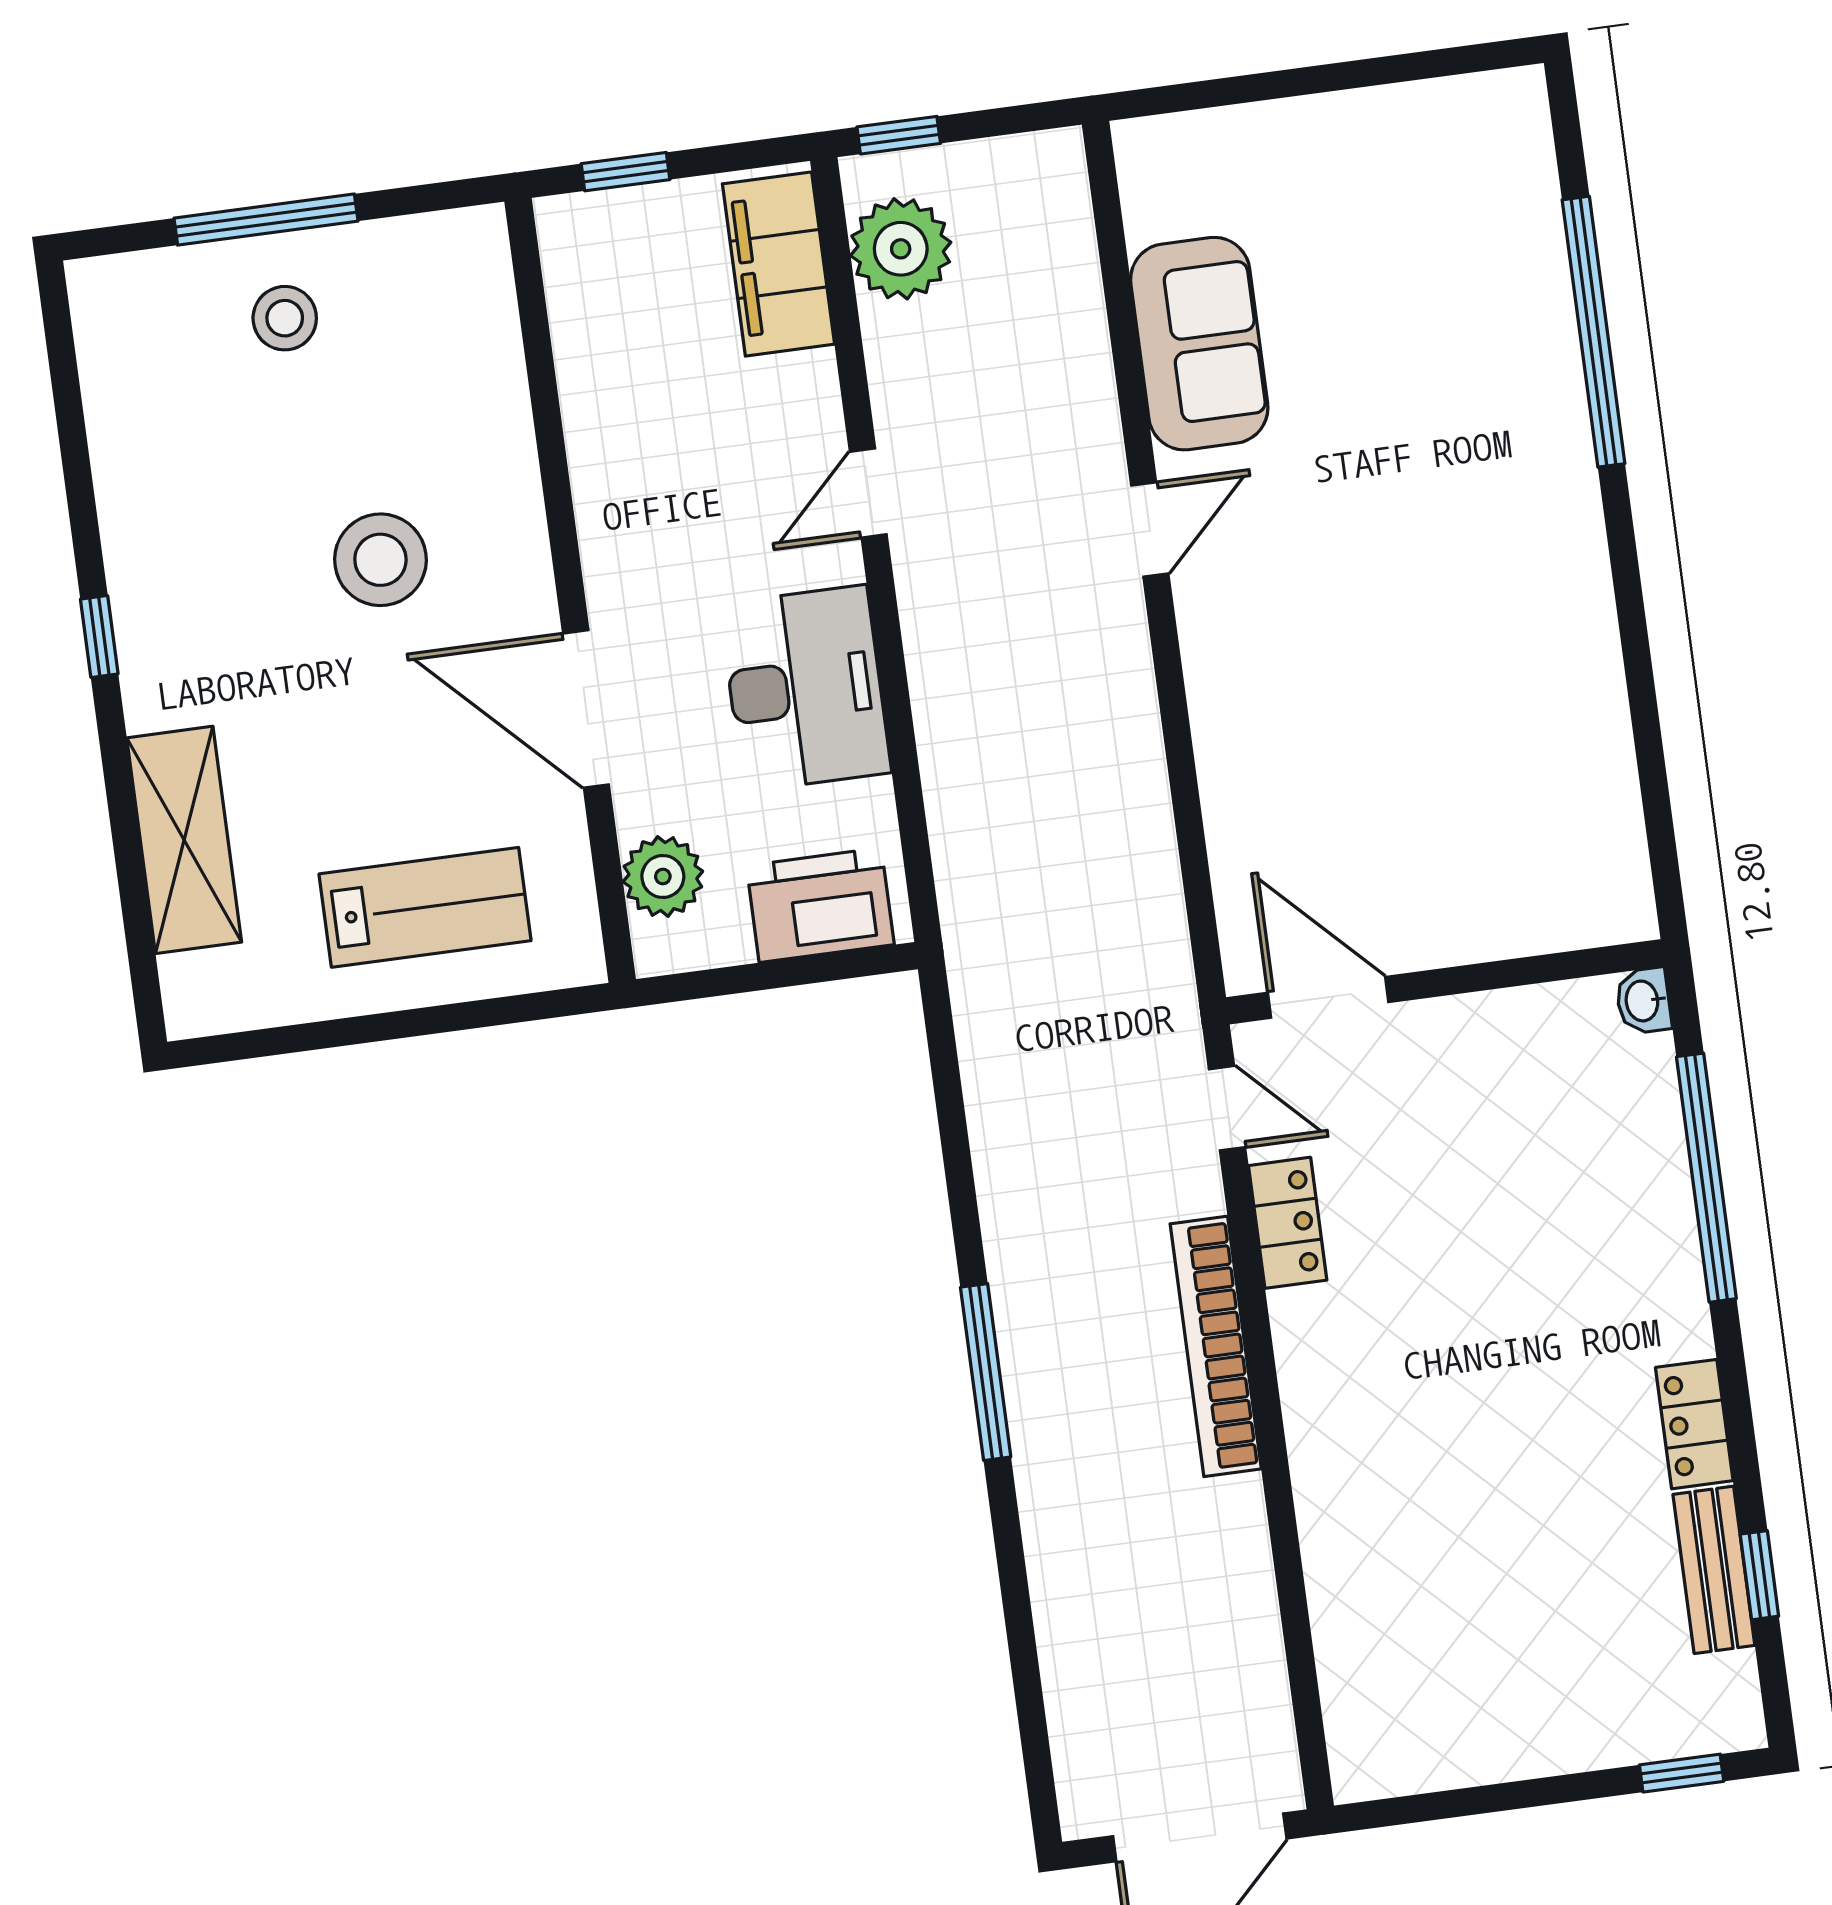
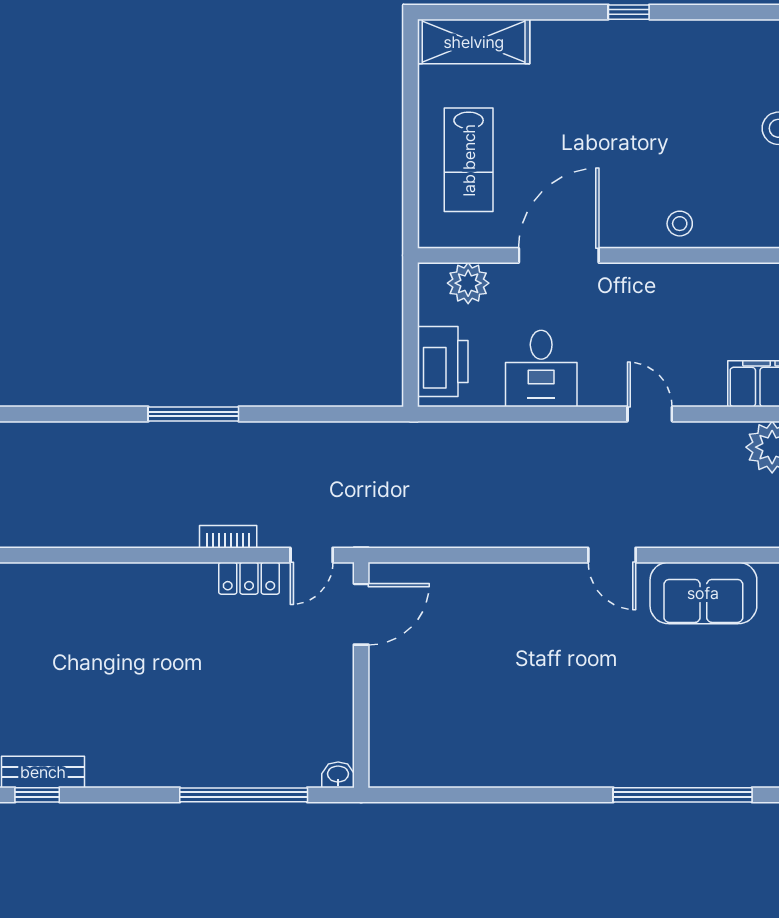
stool: (380, 560) -> (680, 224), moved, width x0.53, depth x0.53
desk: (805, 688) -> (541, 369), width x0.73
shelving: (184, 840) -> (474, 42), moved
bookcase: (1216, 1346) -> (228, 537), width x0.43, depth x0.76
locker: (1694, 1424) -> (119, 772), removed

